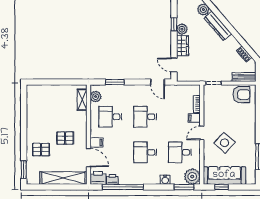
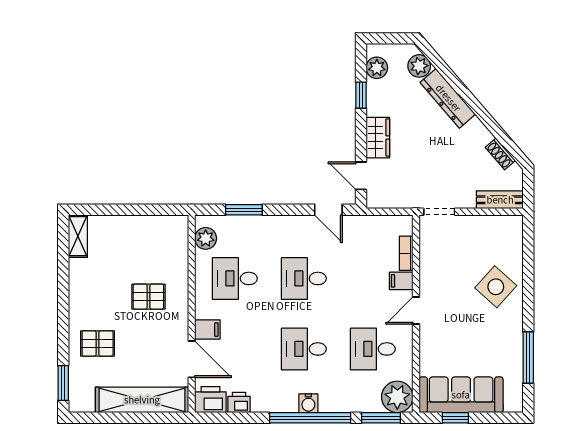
plant: (182, 29) -> (377, 68), moved
armchair: (241, 95) -> (495, 235), removed
shelving: (82, 100) -> (78, 236), moved
pallet: (65, 138) -> (148, 297), moved
side table: (225, 143) -> (496, 287), moved
water cooler: (165, 180) -> (308, 403), moved
window: (123, 187) -> (310, 418), moved

